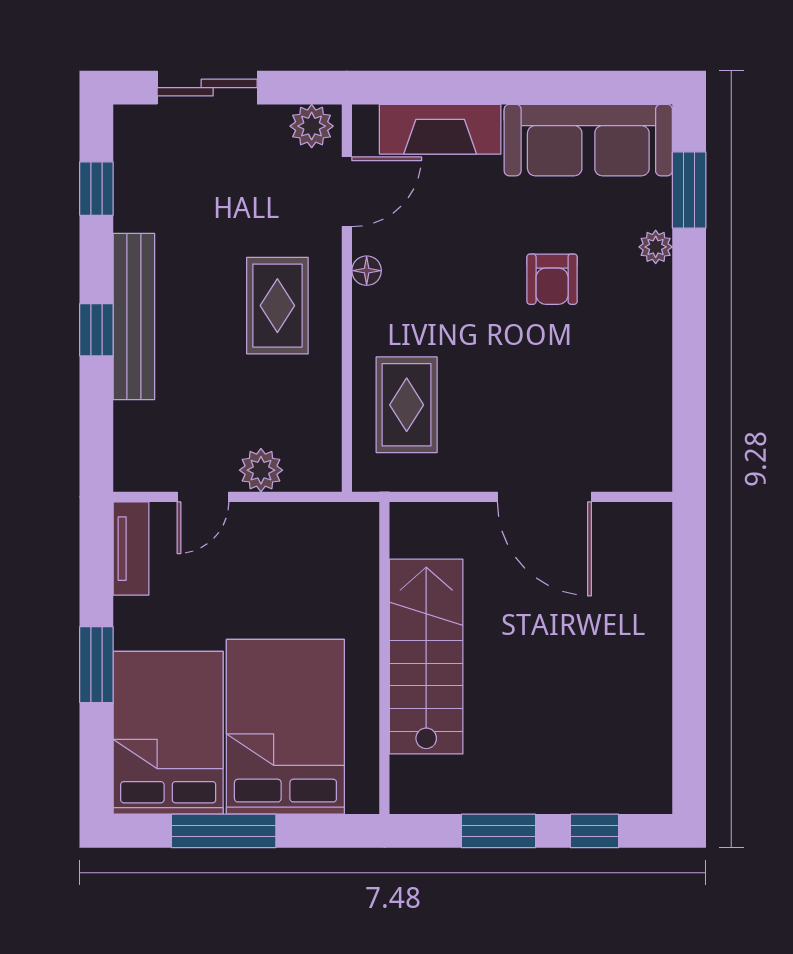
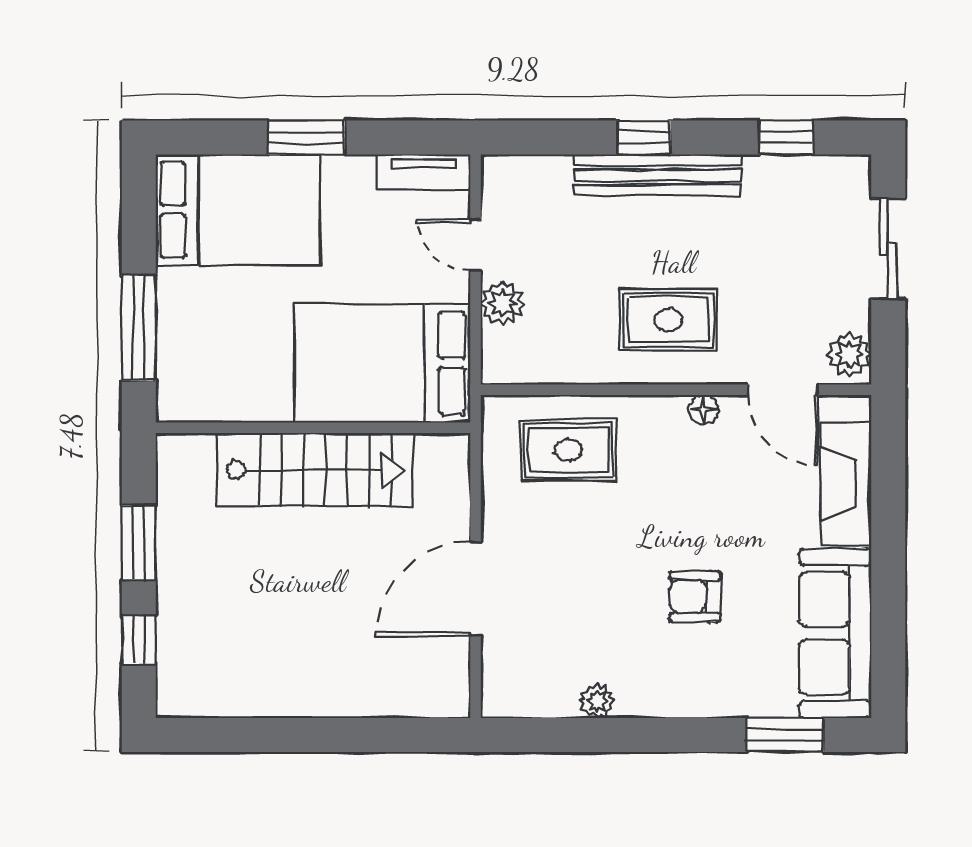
plant: (656, 247) -> (597, 701), moved
bed: (285, 727) -> (382, 363), moved, turned 180
window: (224, 831) -> (139, 328), moved

